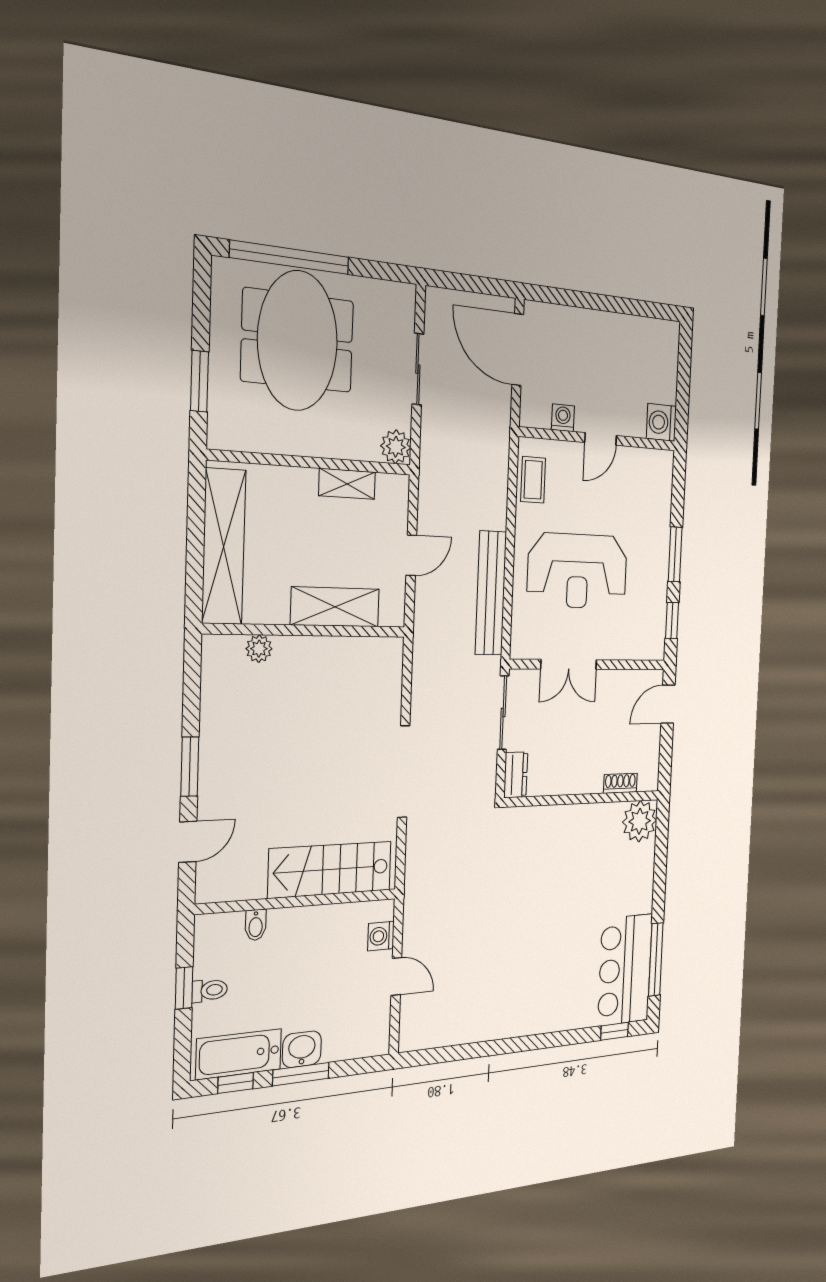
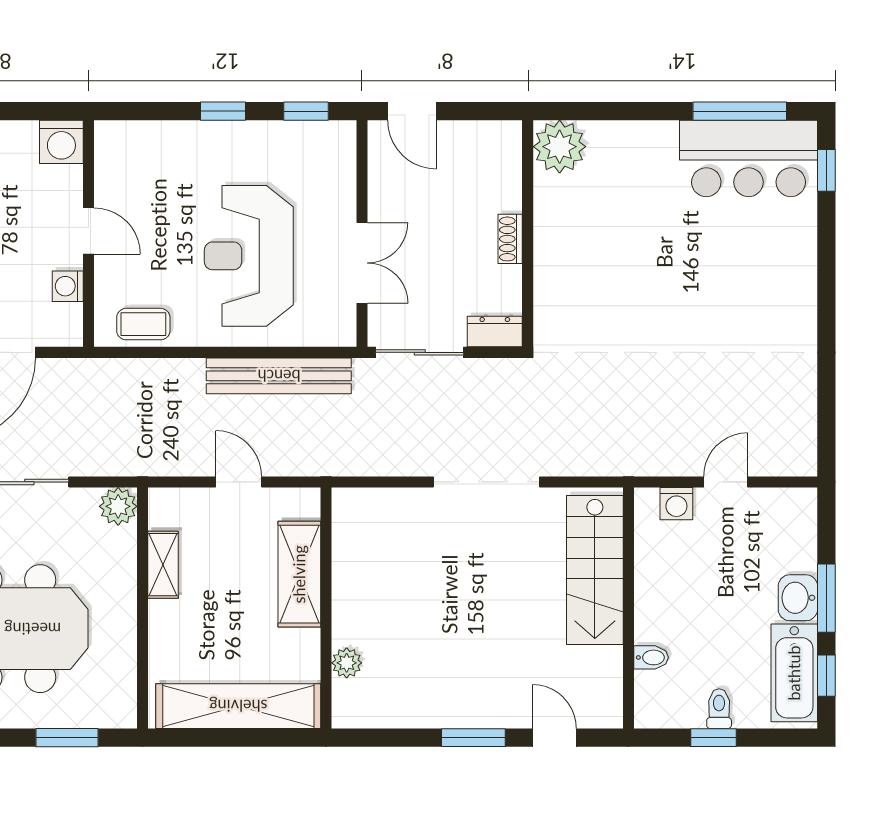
window: (675, 554) -> (223, 111), width x0.67
reception desk: (578, 571) -> (249, 256), turned 180
shoe rack: (620, 783) -> (510, 239), moved

